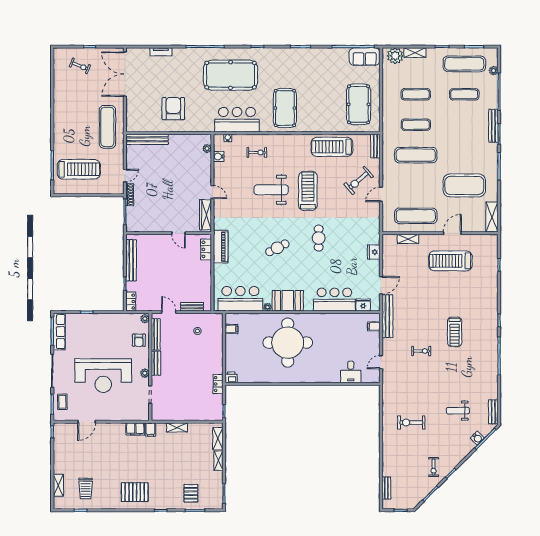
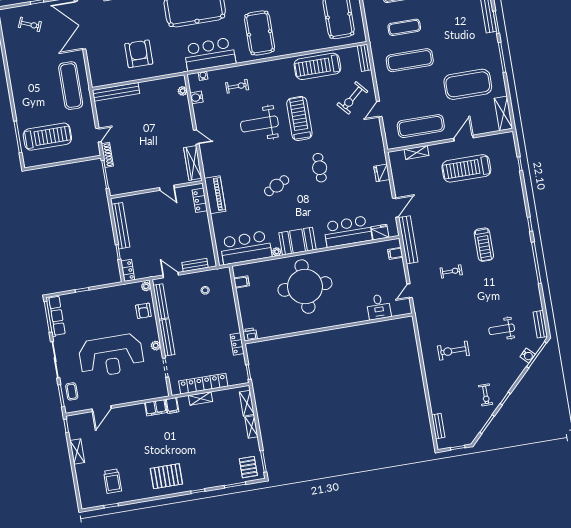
bench: (156, 363) -> (167, 337), width x1.36
locker: (182, 415) -> (203, 384), added
shelving: (58, 485) -> (77, 452), moved
pallet: (191, 493) -> (248, 467), moved

